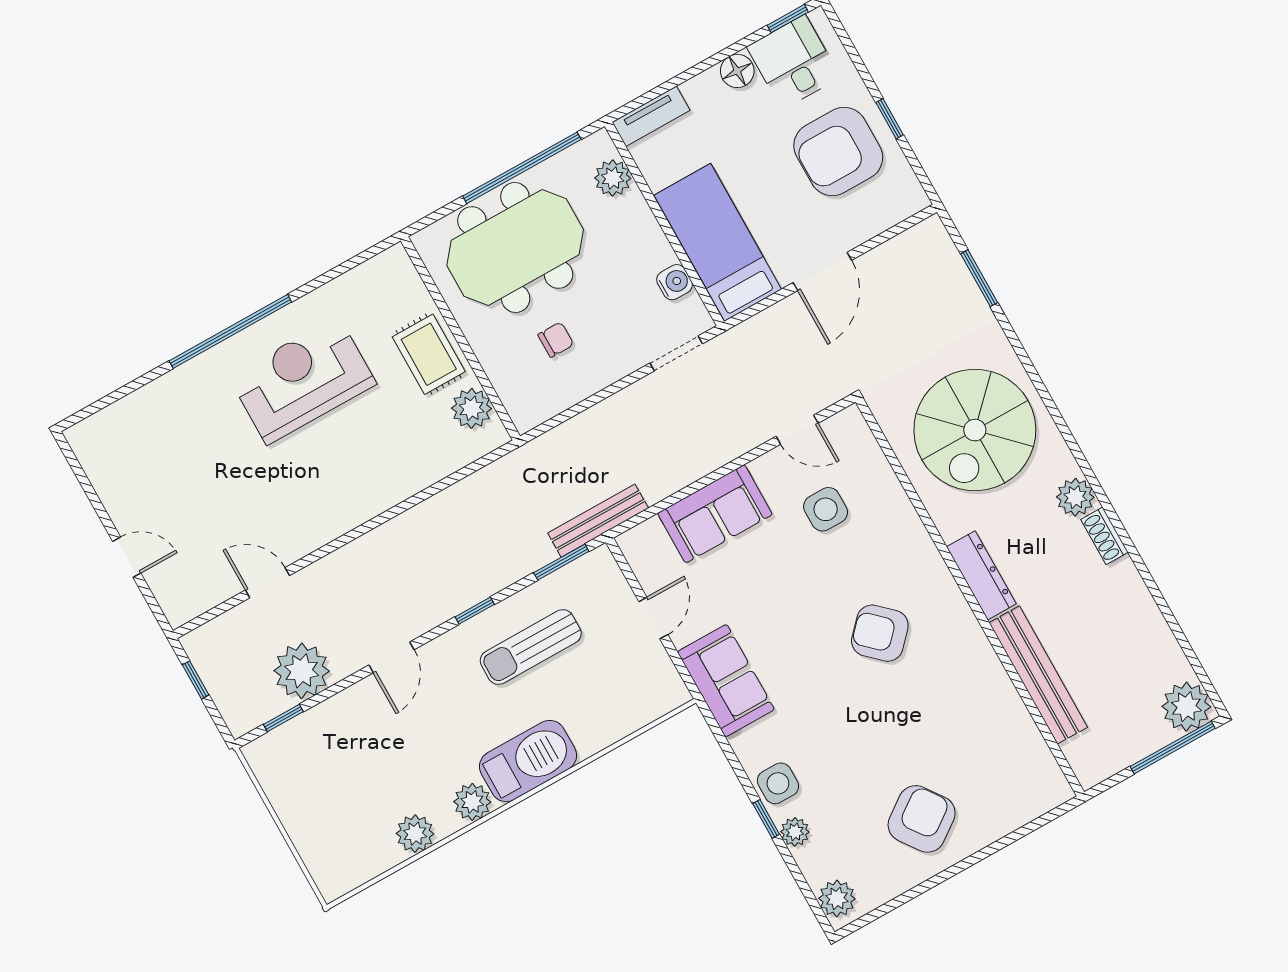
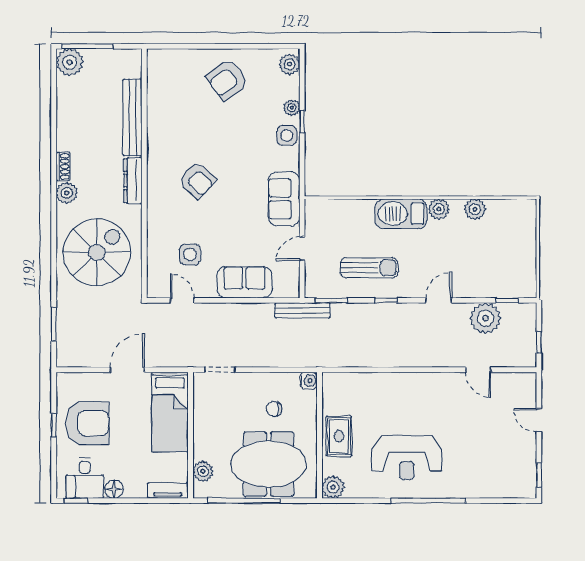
water cooler: (675, 282) -> (309, 381), moved, turned 180
plant: (472, 408) -> (333, 487), moved
window: (78, 470) -> (539, 475), added

